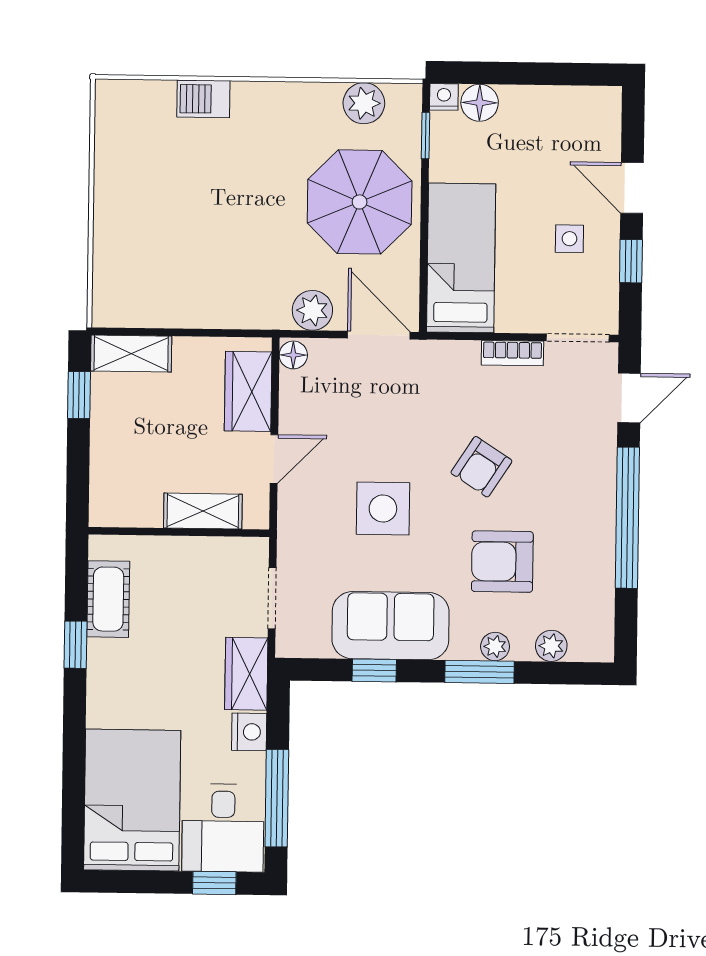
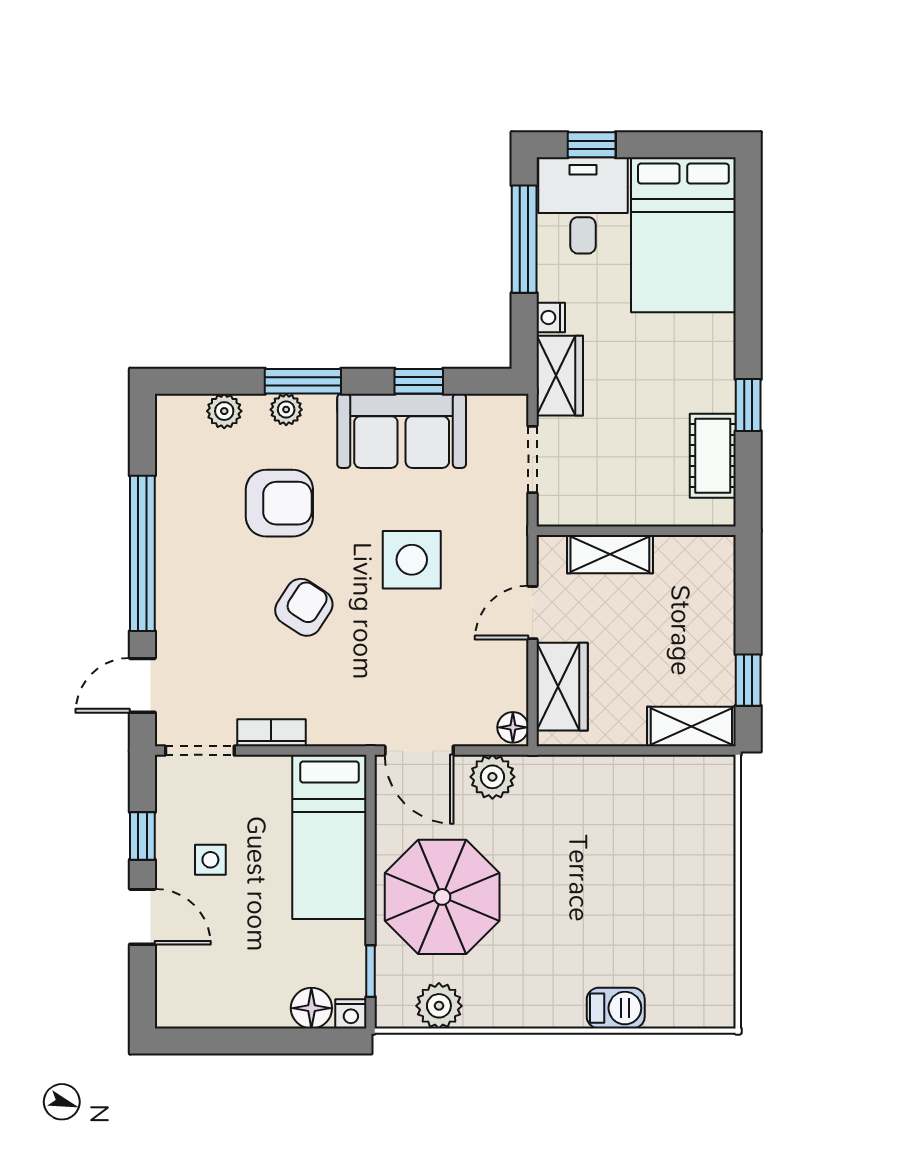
nightstand: (249, 732) -> (551, 317), width x0.72, depth x0.74

